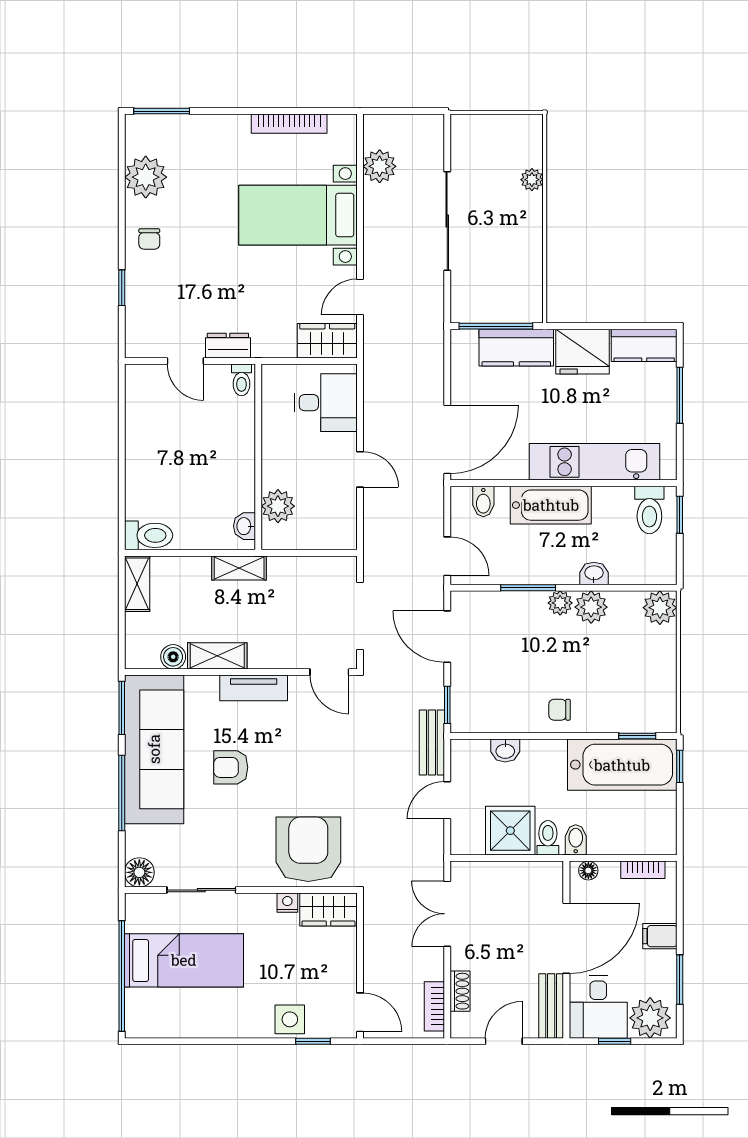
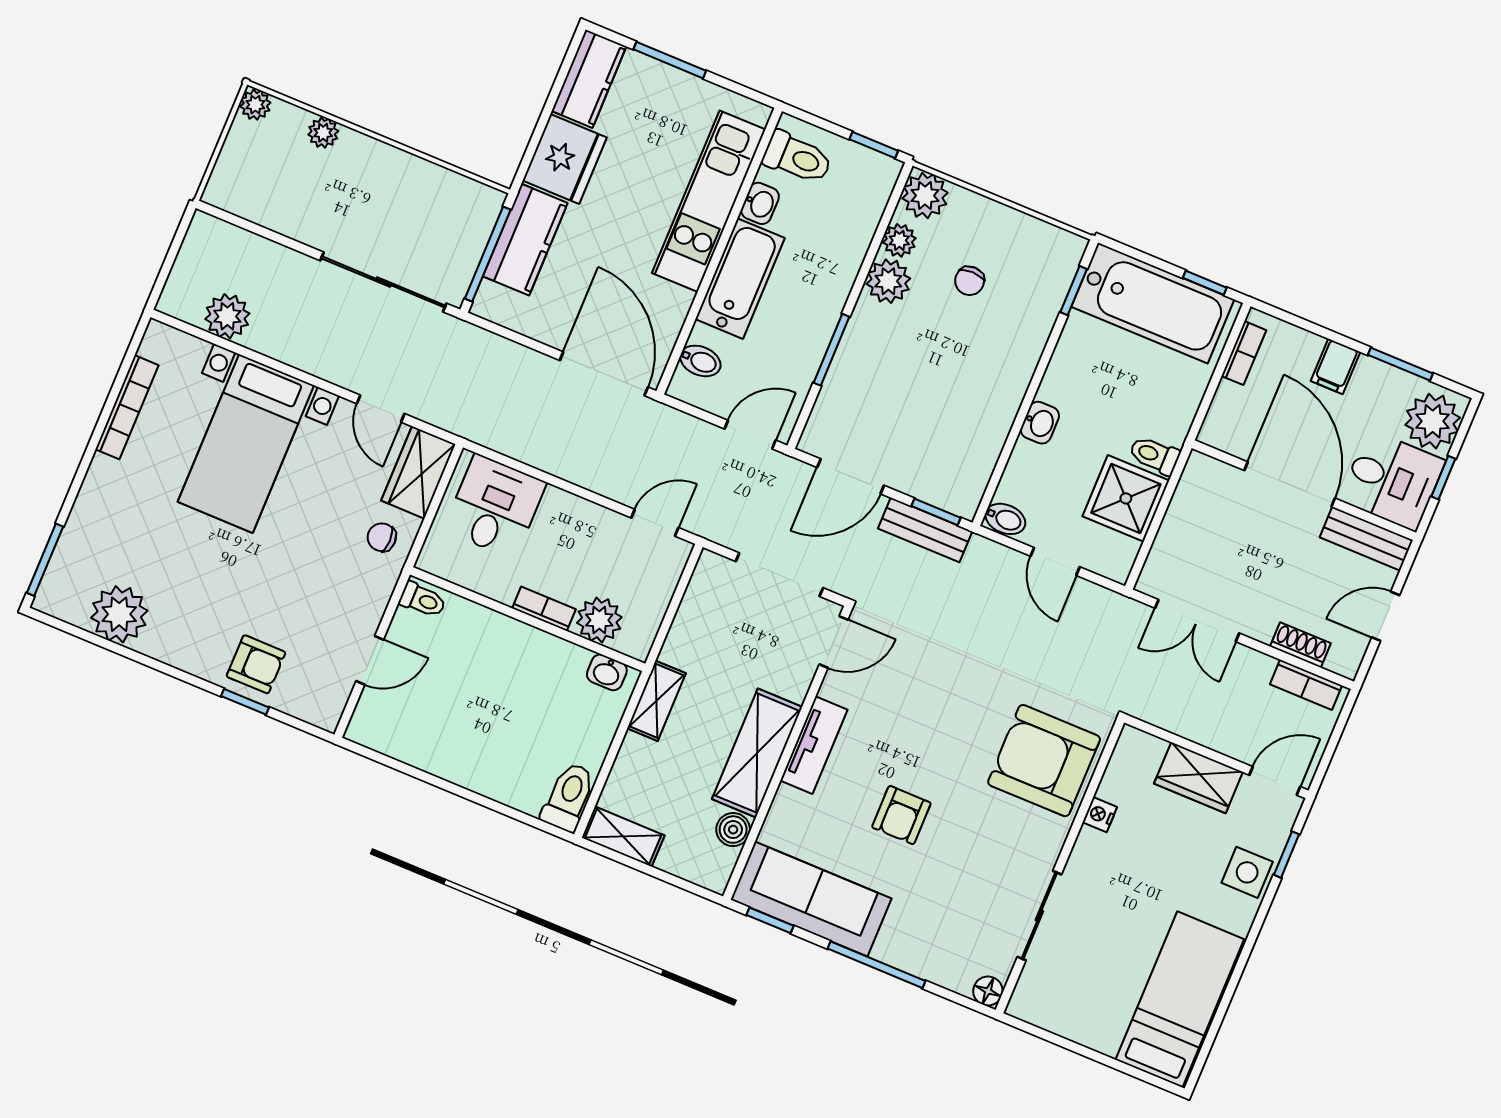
plant: (532, 125) -> (255, 105), added
sliding door: (447, 221) -> (383, 282), moved
chair: (149, 239) -> (382, 537), moved, turned 180
armchair: (150, 285) -> (256, 664), added
dresser: (228, 346) -> (373, 599), removed
bookcase: (270, 465) -> (544, 609), added
door: (360, 469) -> (655, 523), moved
window: (680, 515) -> (874, 145), moved
washbasin: (594, 573) -> (760, 203), moved, turned 180
plant: (560, 603) -> (899, 240), moved
shelving: (217, 656) -> (757, 753), width x1.50, depth x1.33
window: (122, 708) -> (770, 920), width x0.67
chair: (560, 710) -> (970, 281), moved
bench: (432, 742) -> (925, 530), moved
sofa: (154, 749) -> (811, 899), width x0.74, depth x0.79
washbasin: (505, 750) -> (1040, 423), moved
bathtub: (622, 765) -> (1153, 303), moved, turned 90
window: (680, 766) -> (1205, 283), moved
bidet: (576, 840) -> (1005, 519), moved, turned 180
floor lamp: (588, 871) -> (1216, 422), removed
floor lamp: (139, 872) -> (988, 991), width x0.73, depth x0.73
wardrobe: (329, 910) -> (1198, 778), moved, turned 90
bed: (184, 960) -> (1180, 999), moved
window: (122, 976) -> (1105, 1060), removed
door: (504, 1041) -> (1386, 616), hinge flipped

